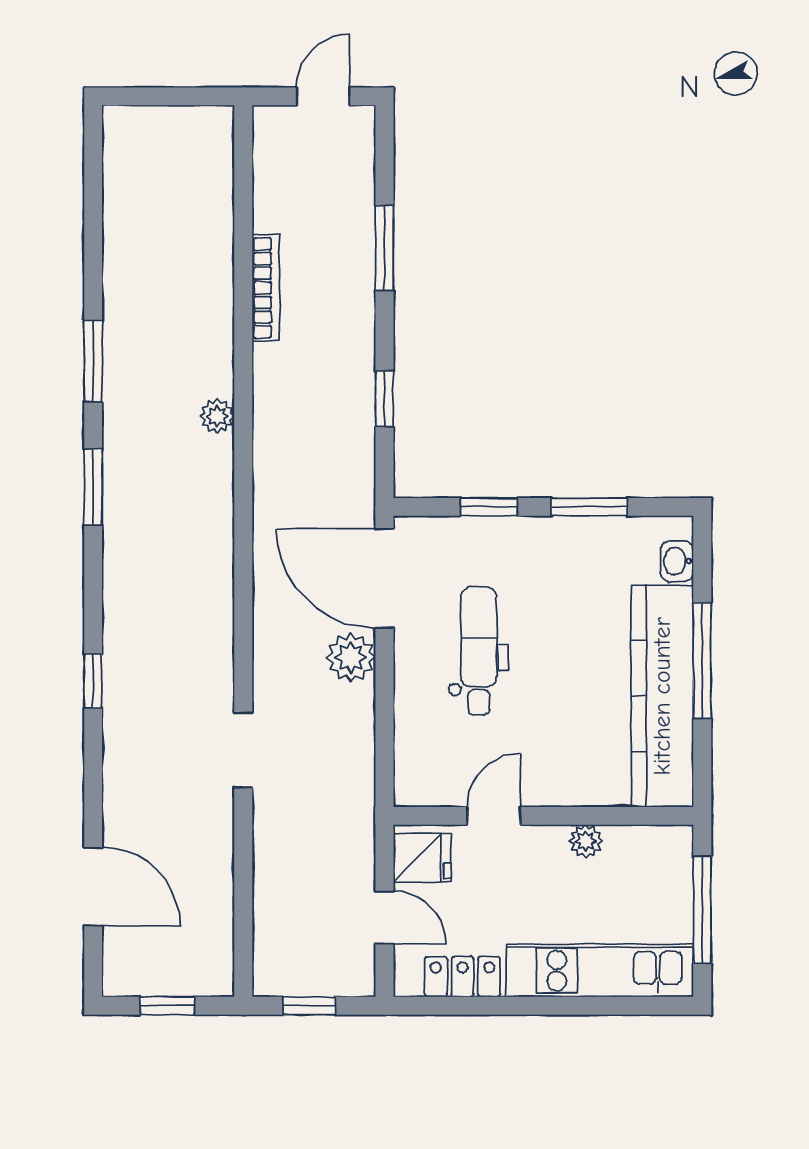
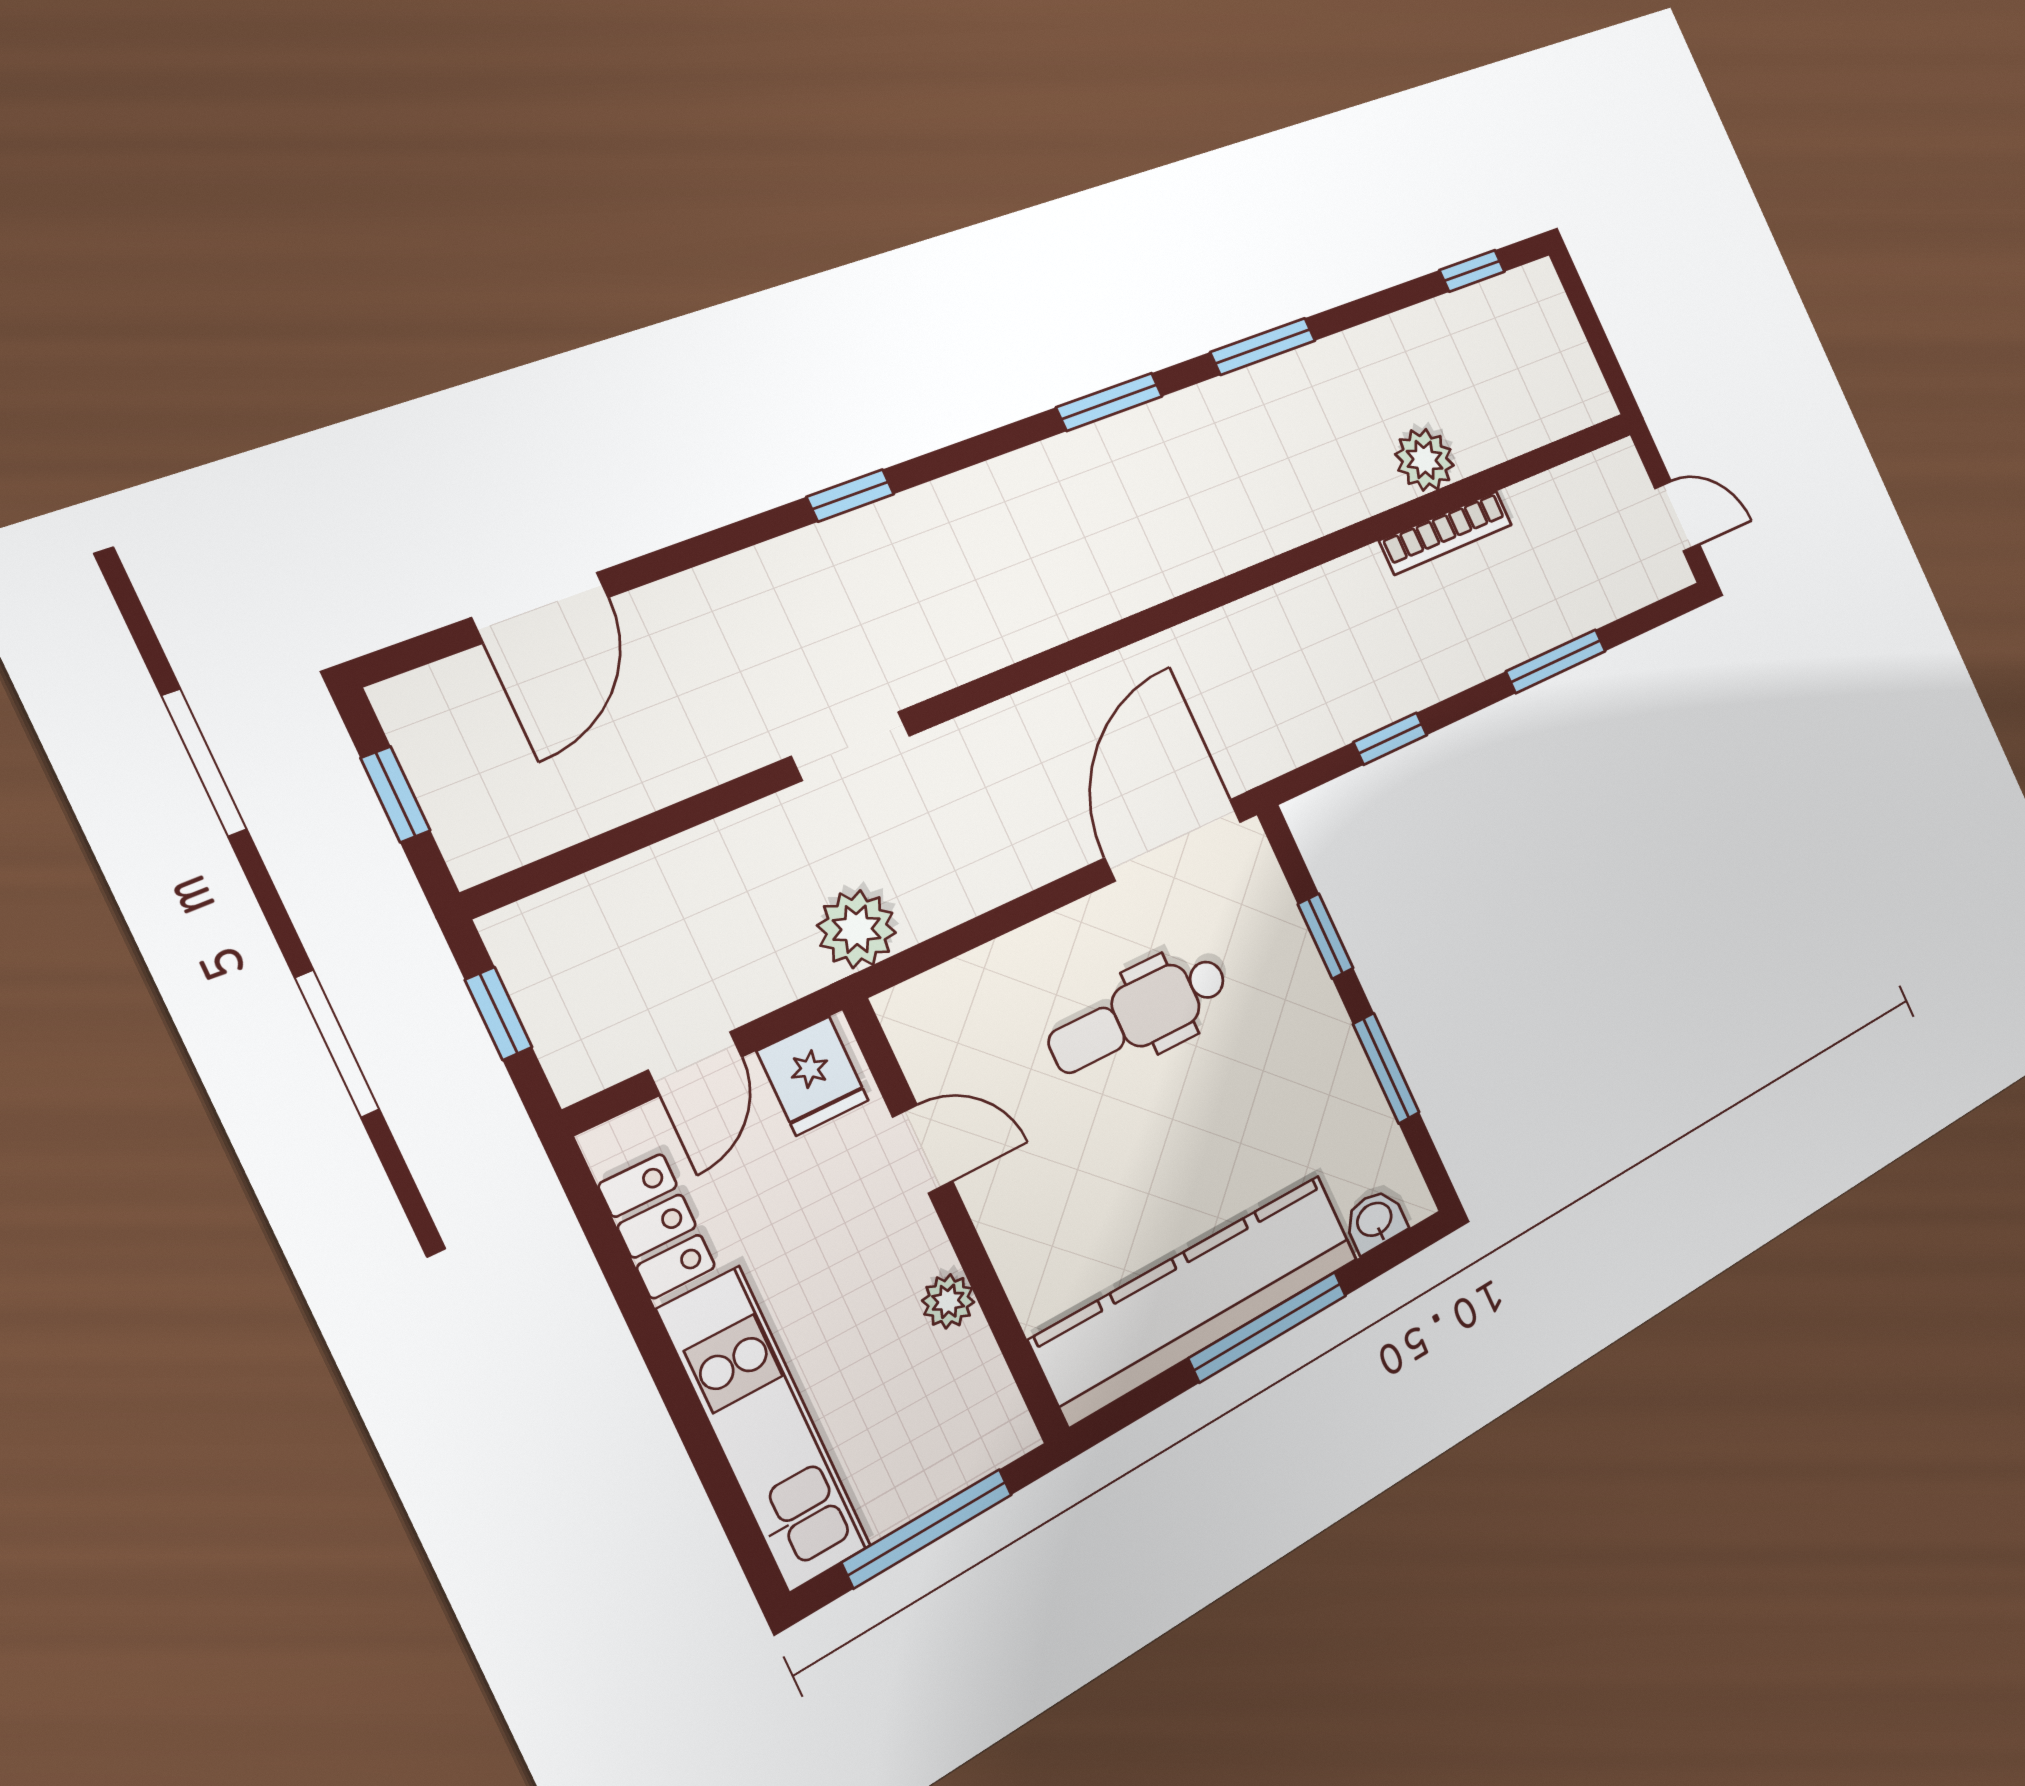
window: (93, 174) -> (1472, 271), added
plant: (217, 416) -> (1425, 460), moved, width x1.38, depth x1.38
dental chair: (479, 651) -> (1139, 1014), turned 180
plant: (351, 657) -> (857, 929), moved

